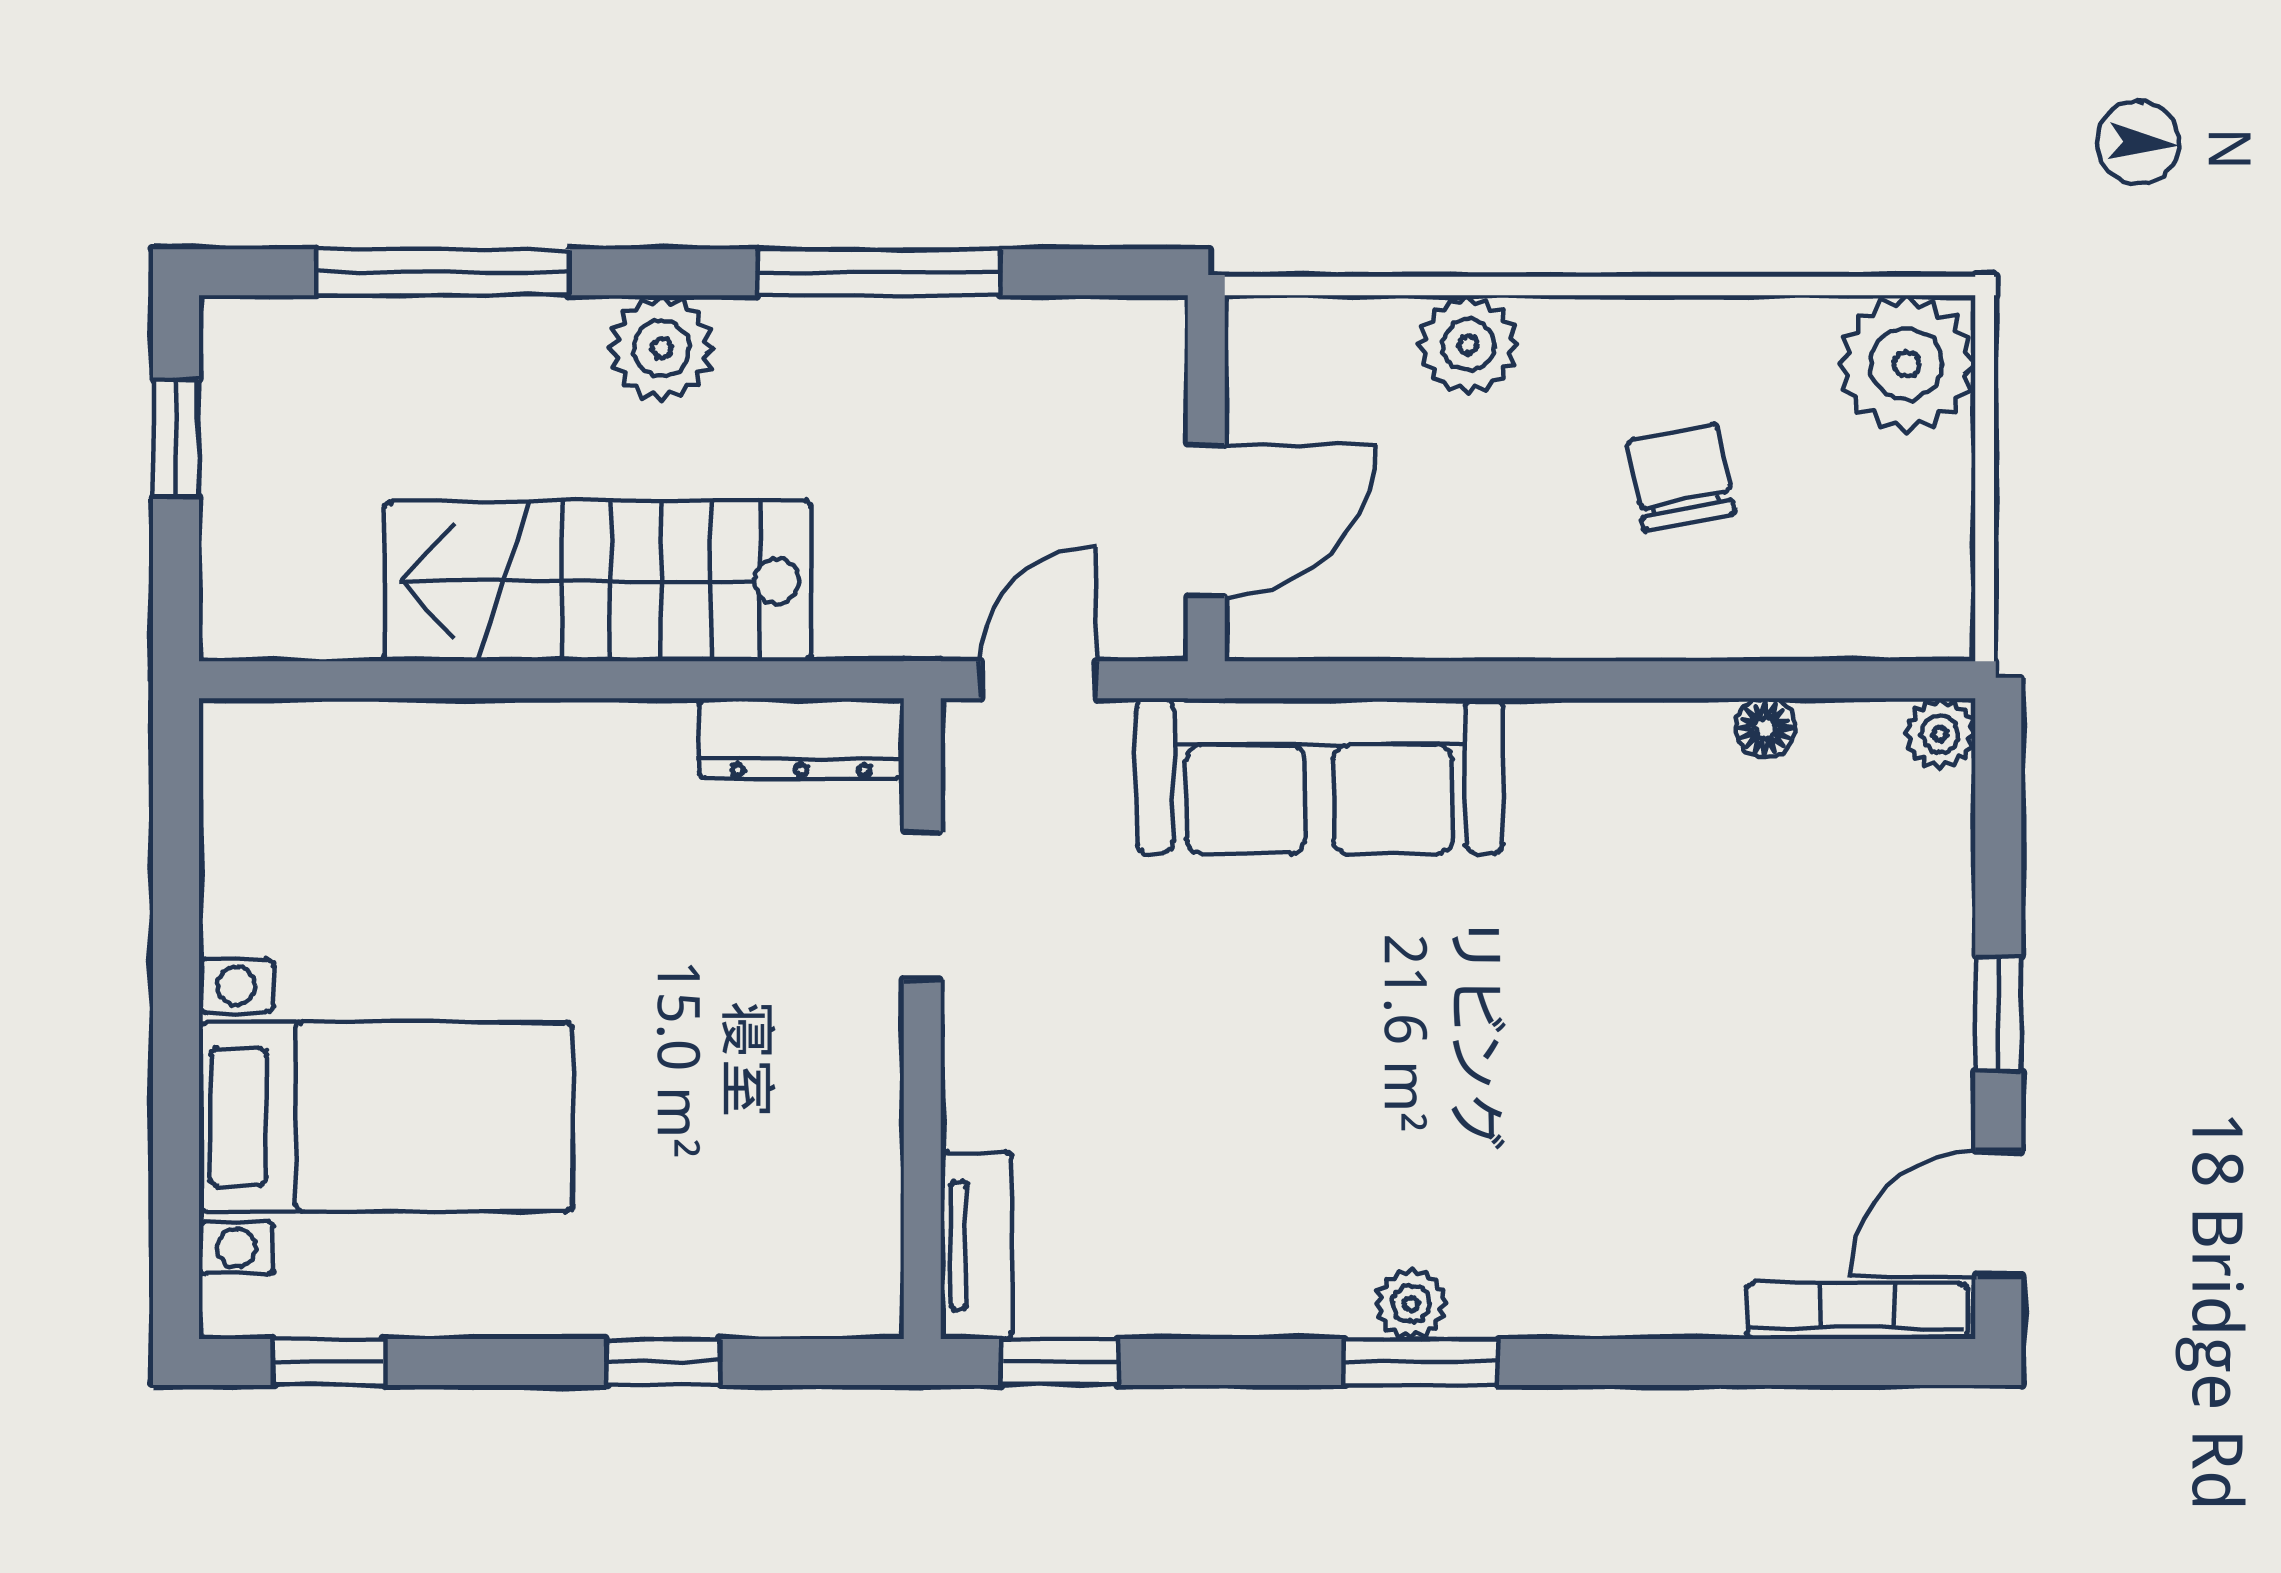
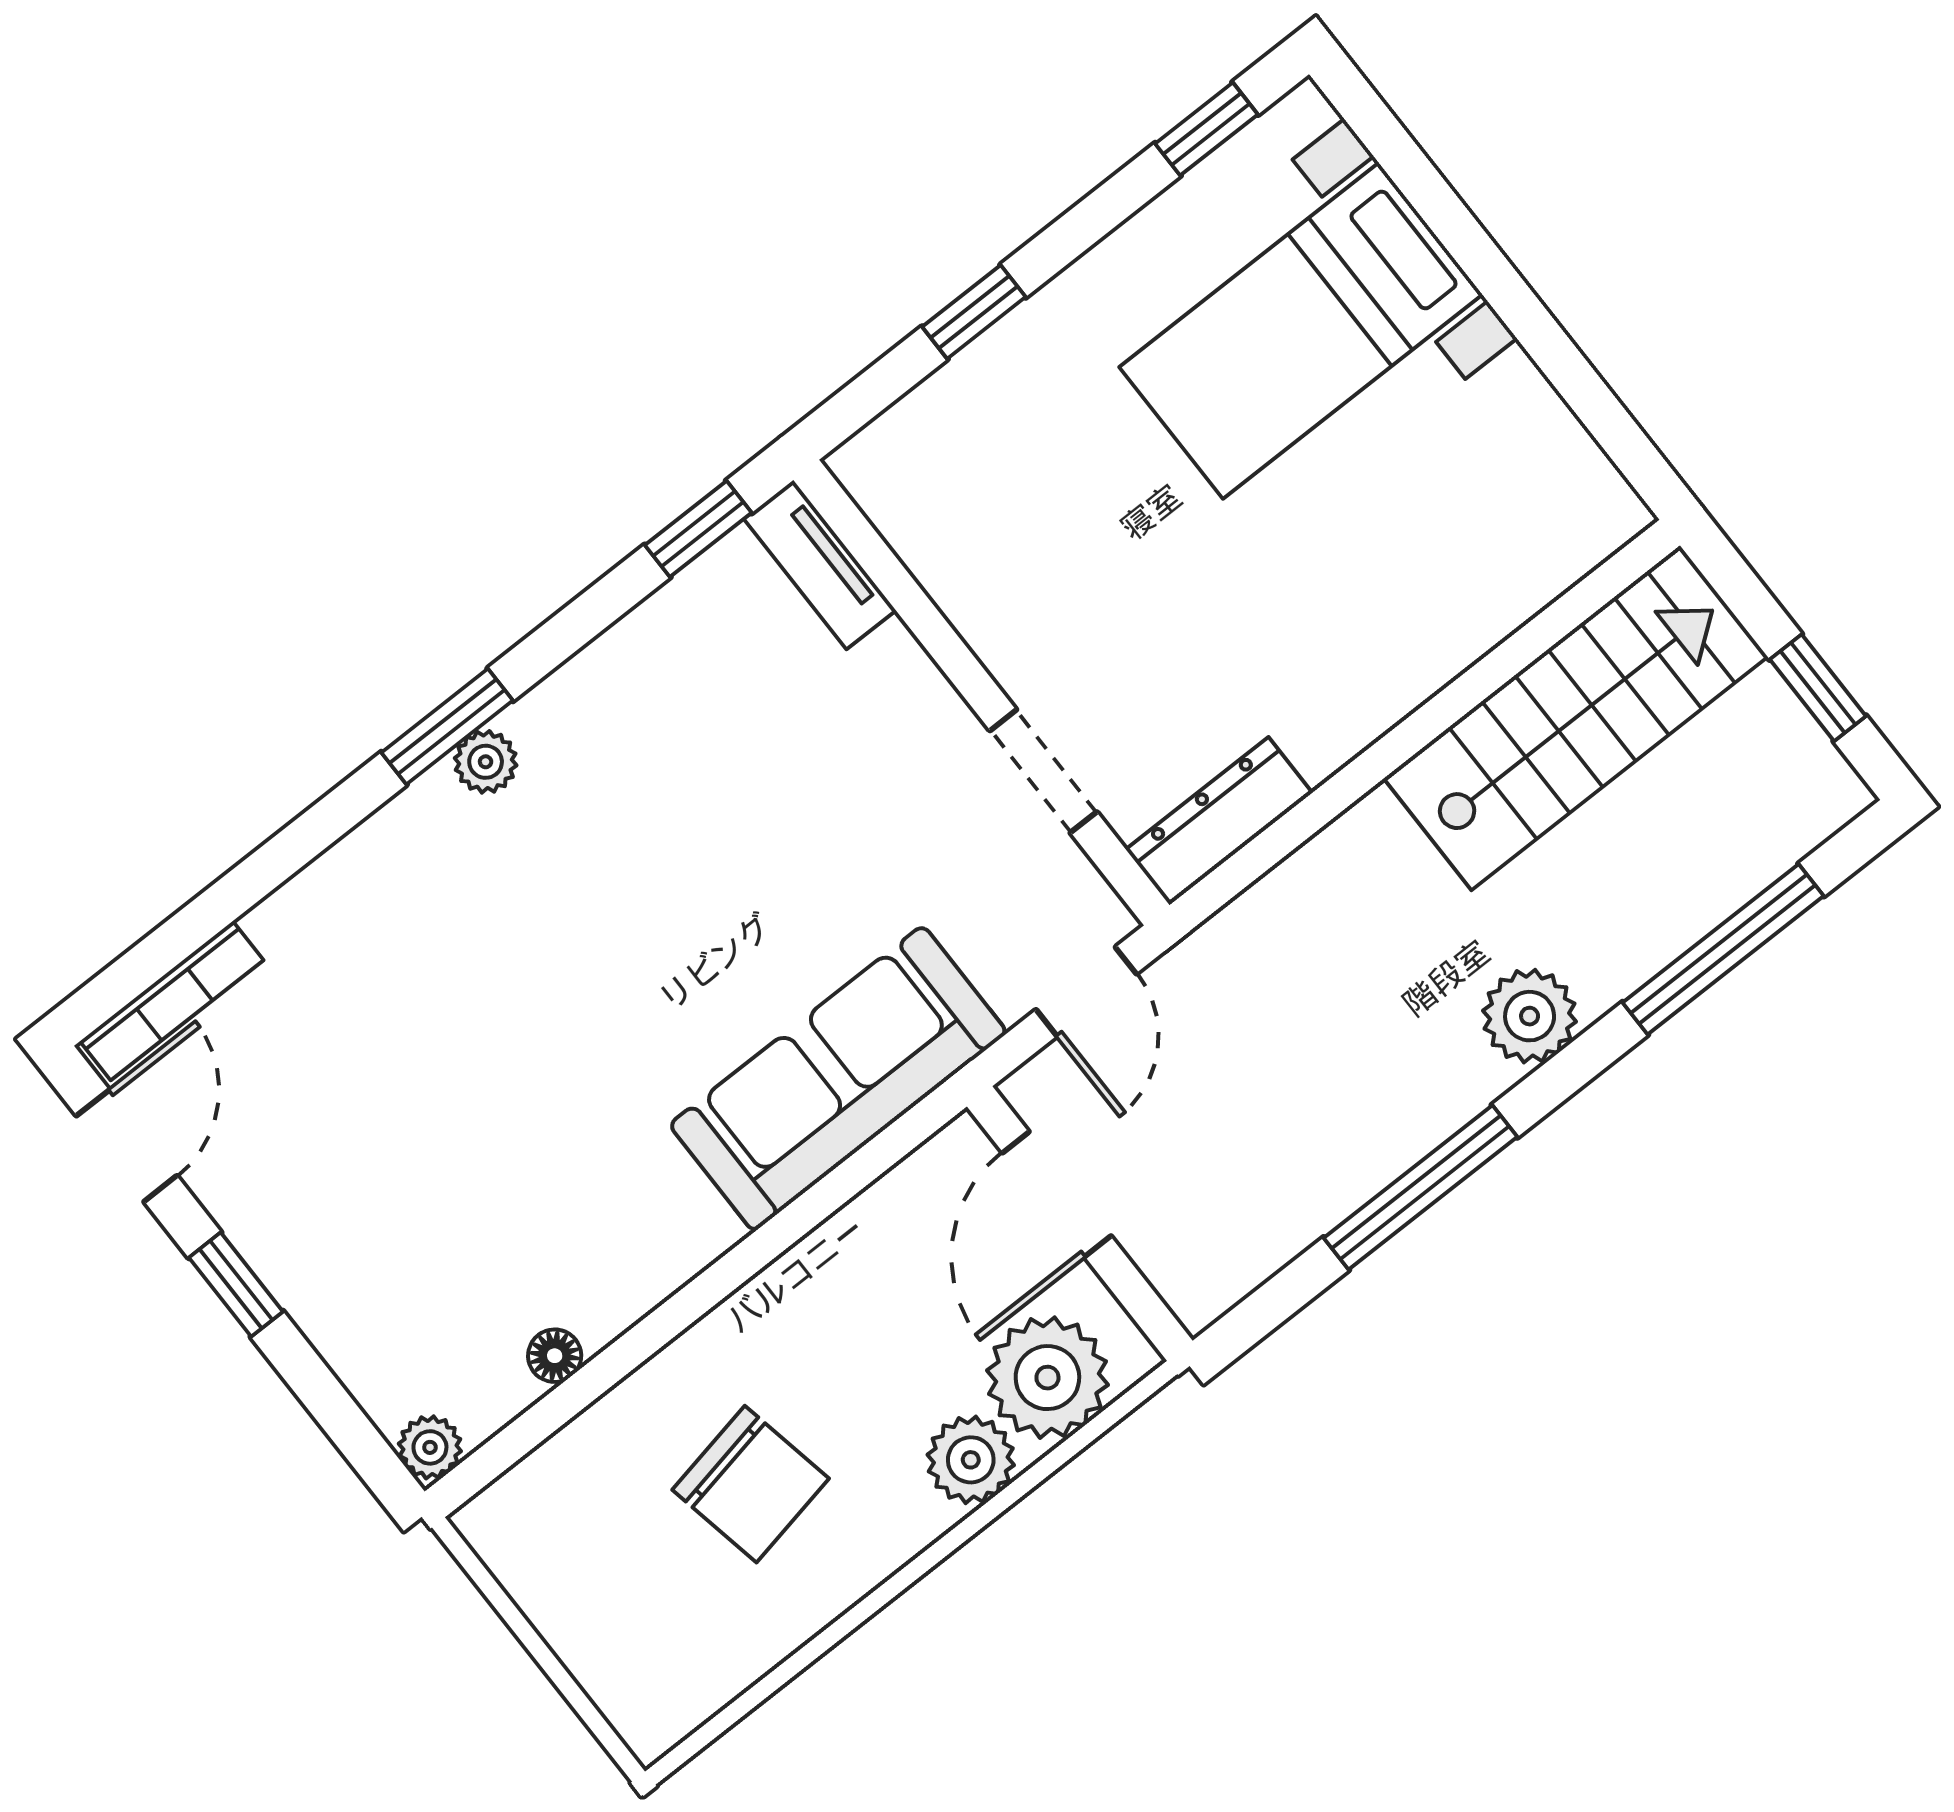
plant: (1907, 364) -> (1047, 1378), moved
chair: (1681, 477) -> (751, 1484), width x1.37, depth x1.37
stairs: (597, 581) -> (1576, 718), moved

